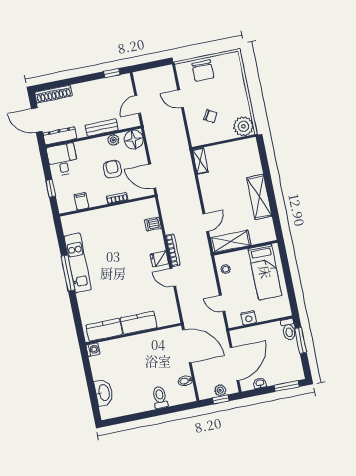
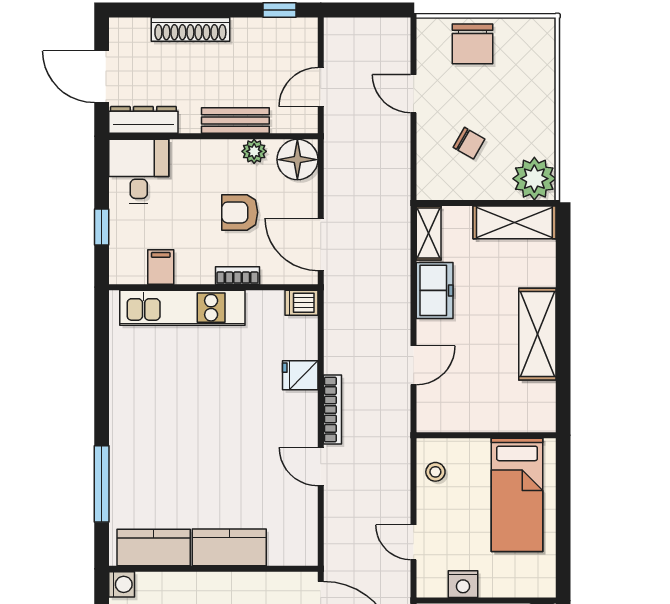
shoe rack: (54, 94) -> (190, 29), moved
armchair: (112, 169) -> (240, 212), turned -90
freezer: (208, 187) -> (435, 290), added
dishwasher: (153, 224) -> (302, 303), moved
shelving: (231, 241) -> (514, 222), moved
fridge: (159, 259) -> (300, 375), moved
kitchen unit: (78, 263) -> (182, 308), moved, turned 90
window: (68, 273) -> (102, 484), moved

